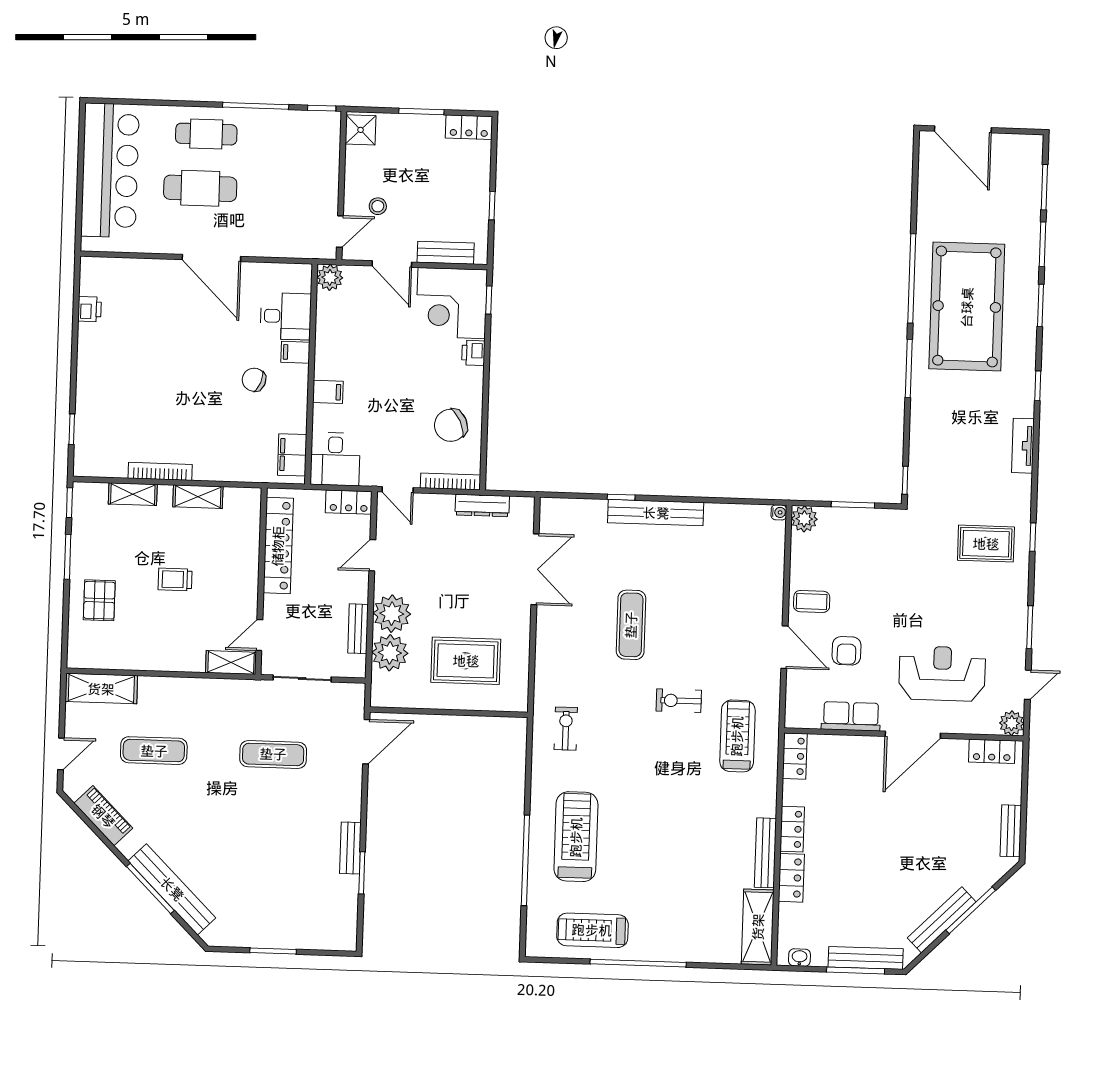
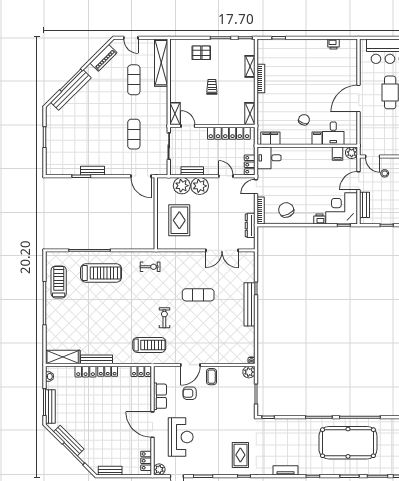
filing cabinet: (328, 392) -> (338, 154), moved
shelving: (198, 497) -> (250, 114), moved
shelving: (101, 689) -> (161, 63), width x1.47

